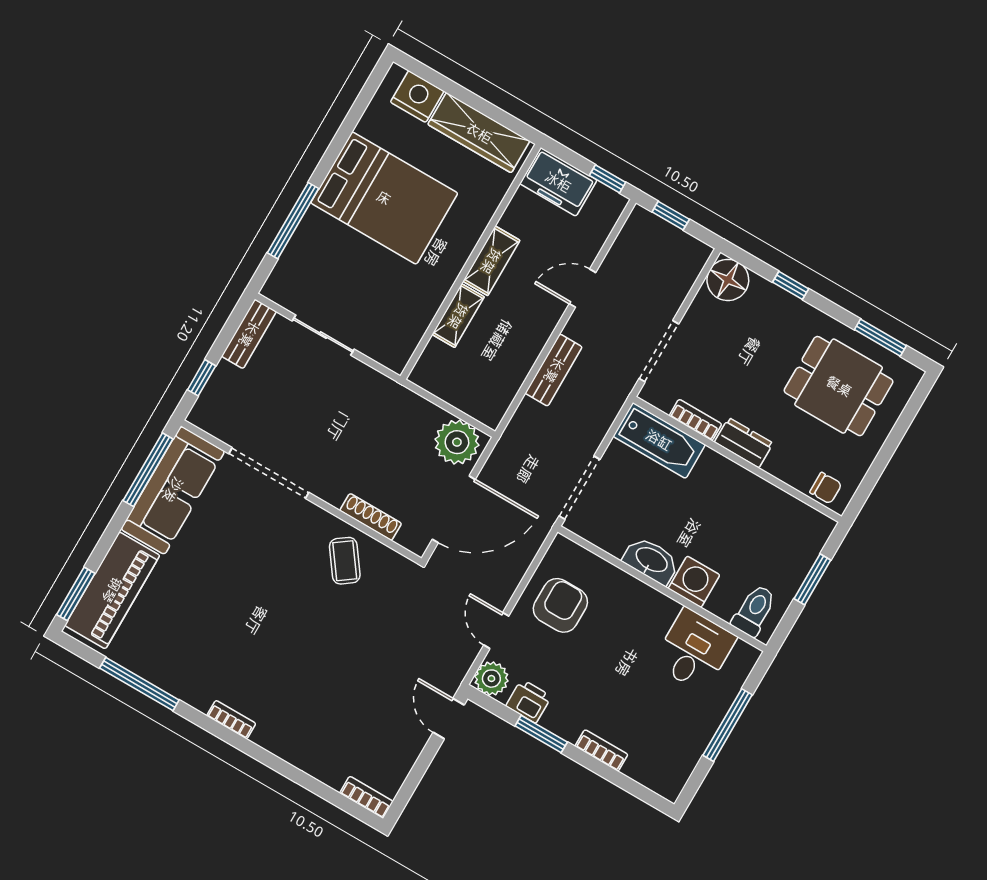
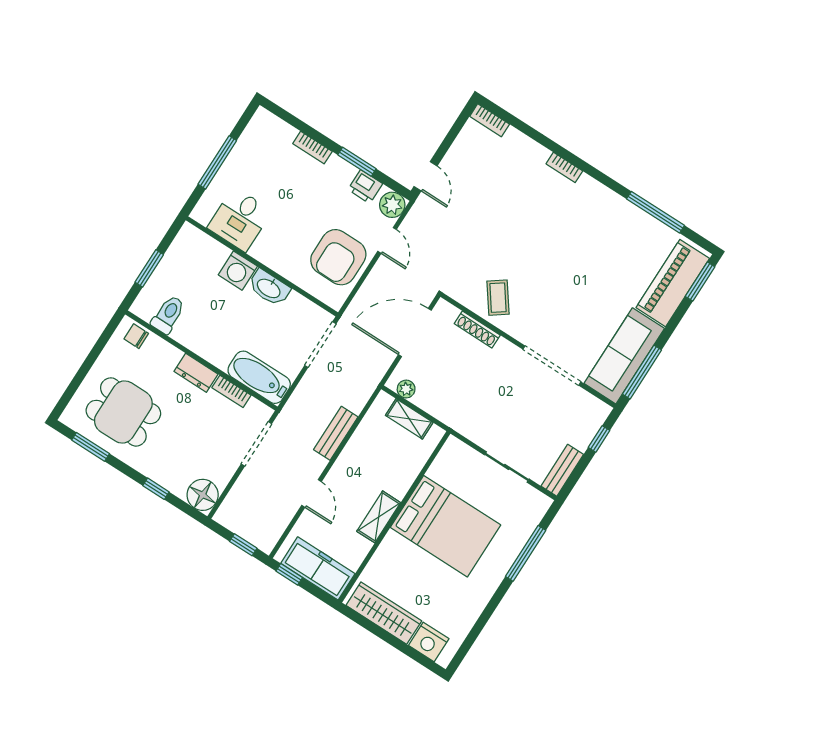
freezer: (558, 182) -> (318, 568), width x1.40
bed: (384, 198) -> (446, 526), moved, turned 180
door: (582, 288) -> (312, 493), hinge flipped
shelving: (458, 316) -> (409, 419), moved, turned 90
plant: (457, 442) -> (406, 389), width x0.53, depth x0.53
armchair: (560, 605) -> (338, 257), width x1.36, depth x1.36
toilet: (754, 611) -> (168, 315), moved, turned 180
bookcase: (231, 720) -> (564, 167), moved

